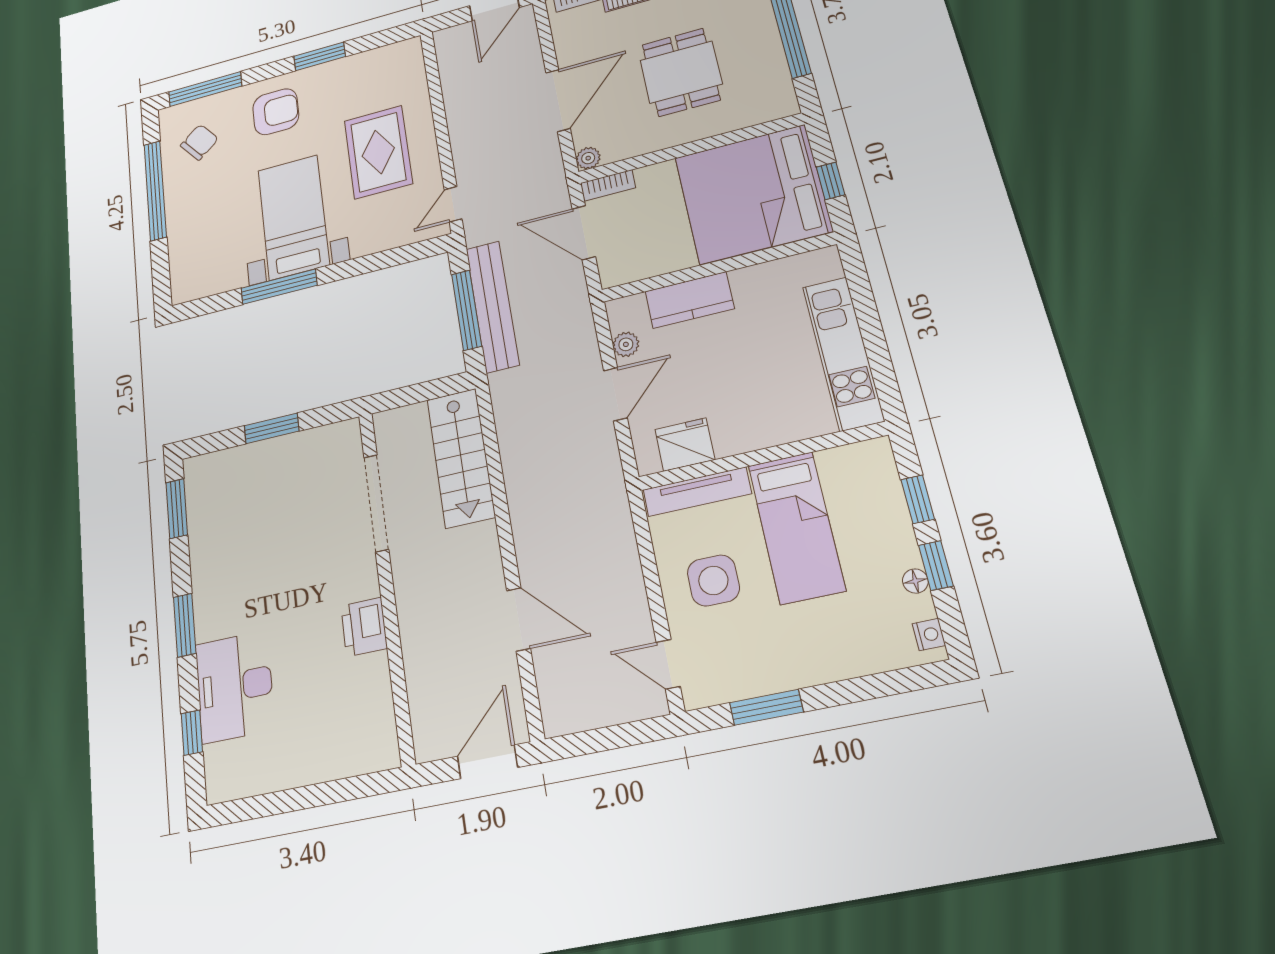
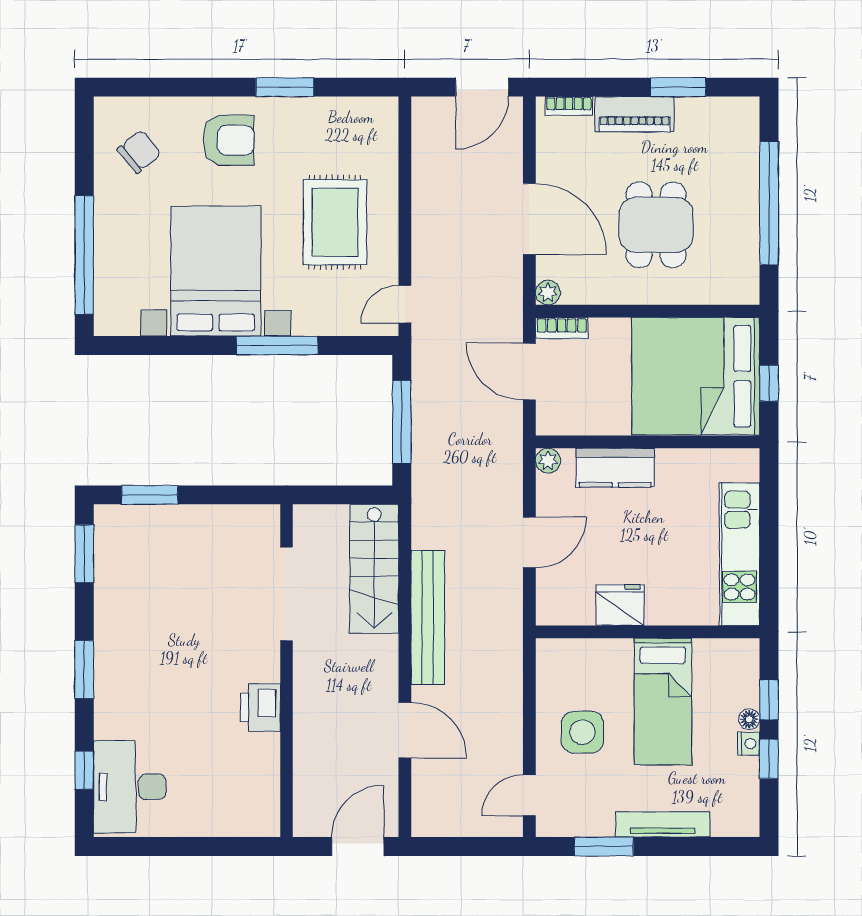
window: (205, 89) -> (151, 87), removed
door: (558, 100) -> (529, 219), hinge flipped
window: (155, 190) -> (84, 255), moved
bed with nightstands: (293, 217) -> (216, 271), width x1.36
window: (279, 287) -> (277, 345), moved
bench: (492, 306) -> (428, 617), moved
plant: (626, 344) -> (548, 461), moved
window: (272, 428) -> (150, 495), moved
fridge: (685, 444) -> (620, 605), moved
tv unit: (697, 492) -> (663, 824), moved, turned 180
floor lamp: (915, 581) -> (749, 719), moved
nightstand: (929, 635) -> (749, 744), moved
door: (668, 664) -> (529, 795), hinge flipped
desk: (235, 687) -> (130, 787), moved

